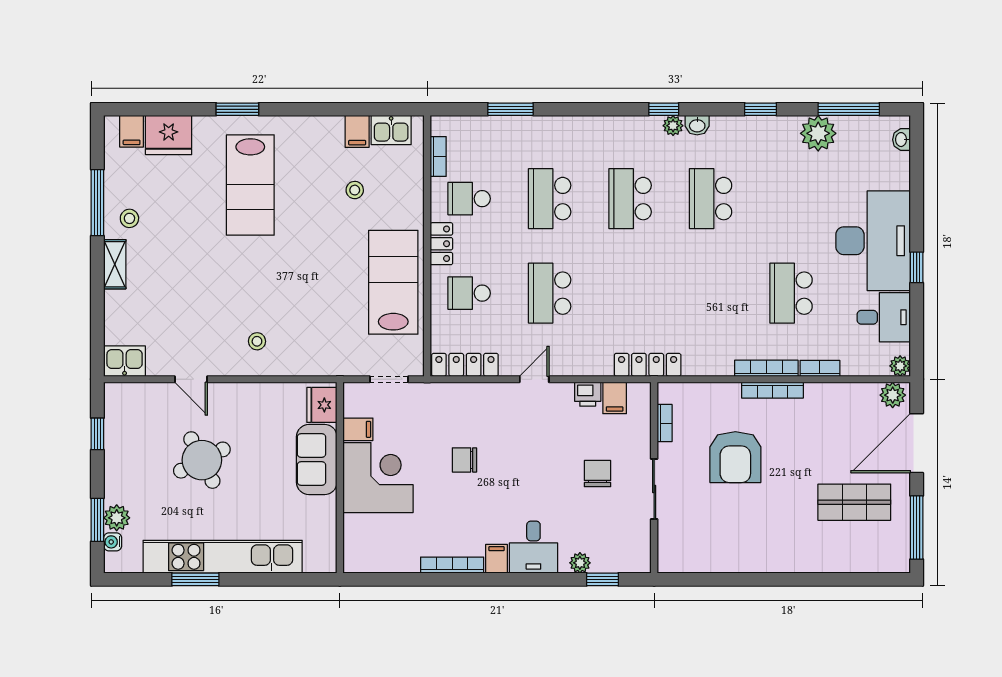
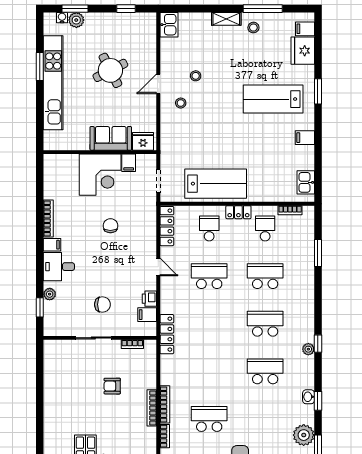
washbasin: (697, 125) -> (309, 397), moved
filing cabinet: (357, 131) -> (305, 138), moved
stool: (355, 190) -> (196, 76), moved
door: (191, 379) -> (158, 84), moved
armchair: (735, 457) -> (112, 386), width x0.53, depth x0.53

